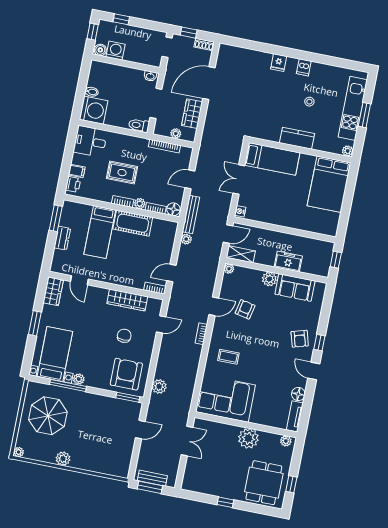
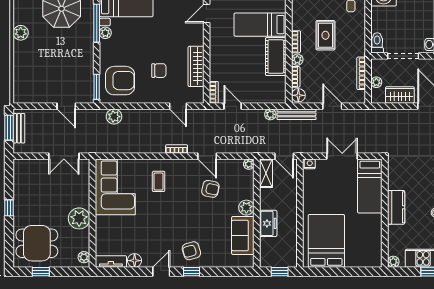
bed: (329, 184) -> (326, 241), moved, turned 90

